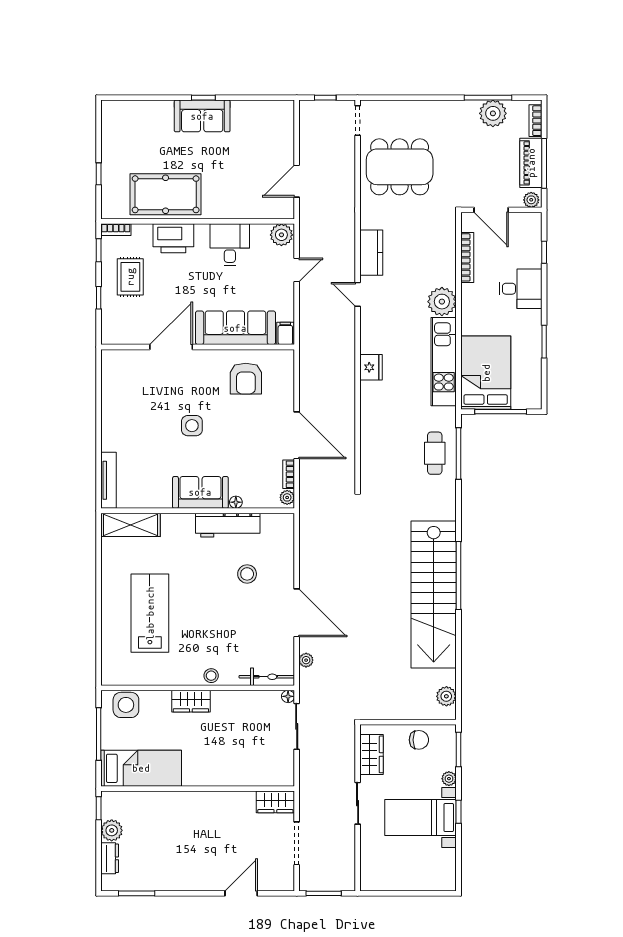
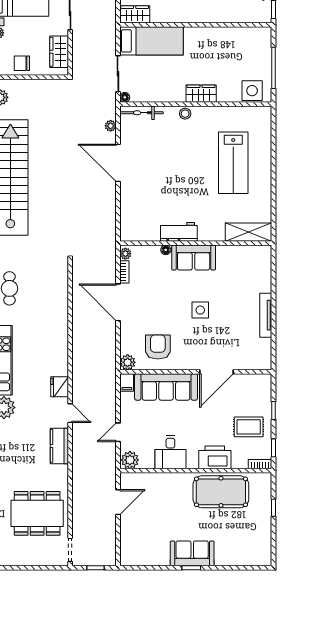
rug: (130, 277) -> (249, 427), turned 90
plant: (284, 359) -> (128, 362), added
fridge: (371, 367) -> (60, 387), moved
tv unit: (109, 480) -> (266, 315), moved
workbench: (228, 525) -> (179, 232), width x0.73
stool: (247, 574) -> (157, 194), removed
bed: (141, 768) -> (151, 41), moved, turned 180

